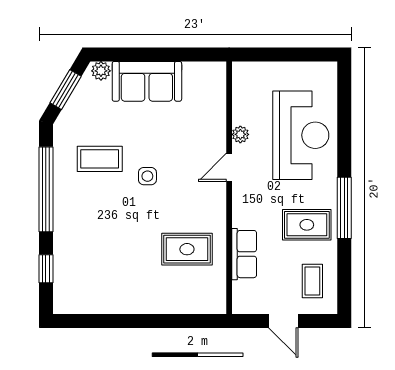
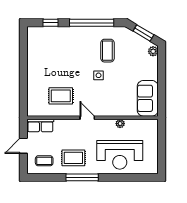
sofa: (147, 81) -> (148, 98), moved
door: (229, 167) -> (87, 118), moved
rug: (307, 225) -> (73, 158), turned 90
rug: (187, 249) -> (61, 96), turned 90
row of seats: (244, 254) -> (40, 125), moved

